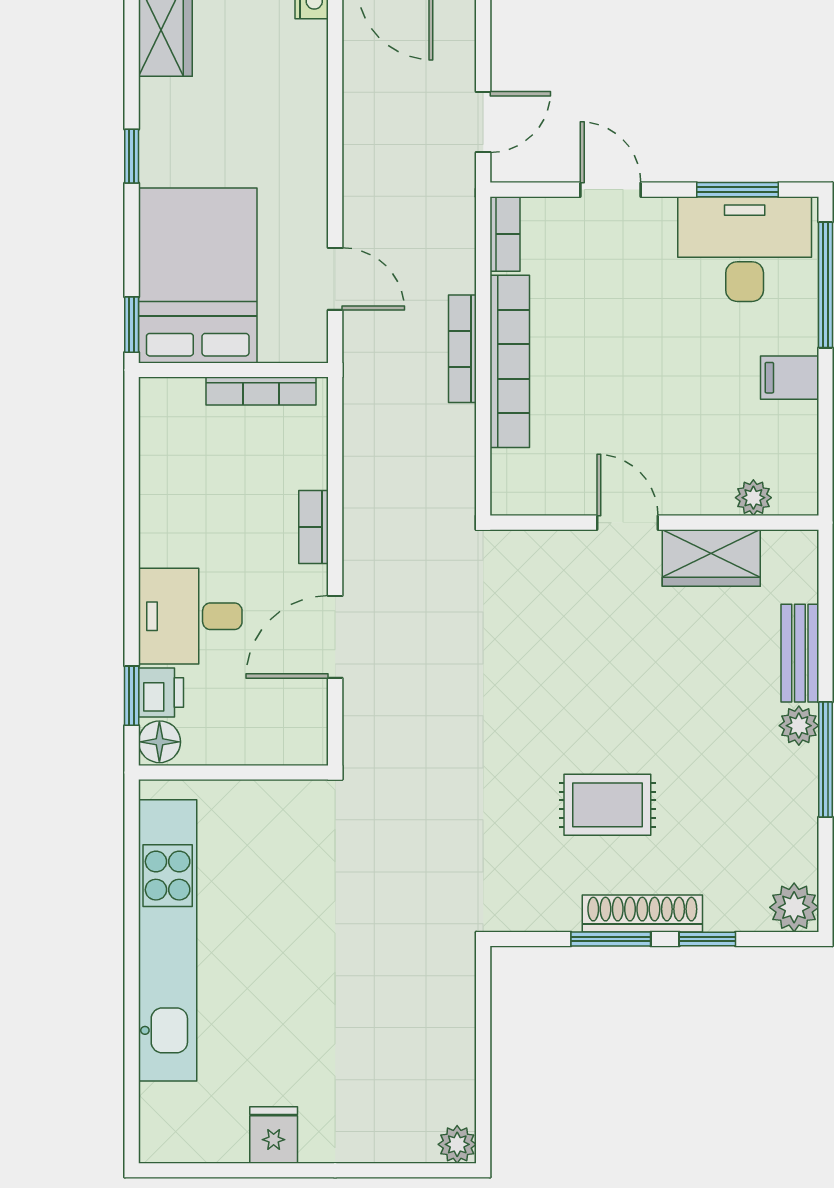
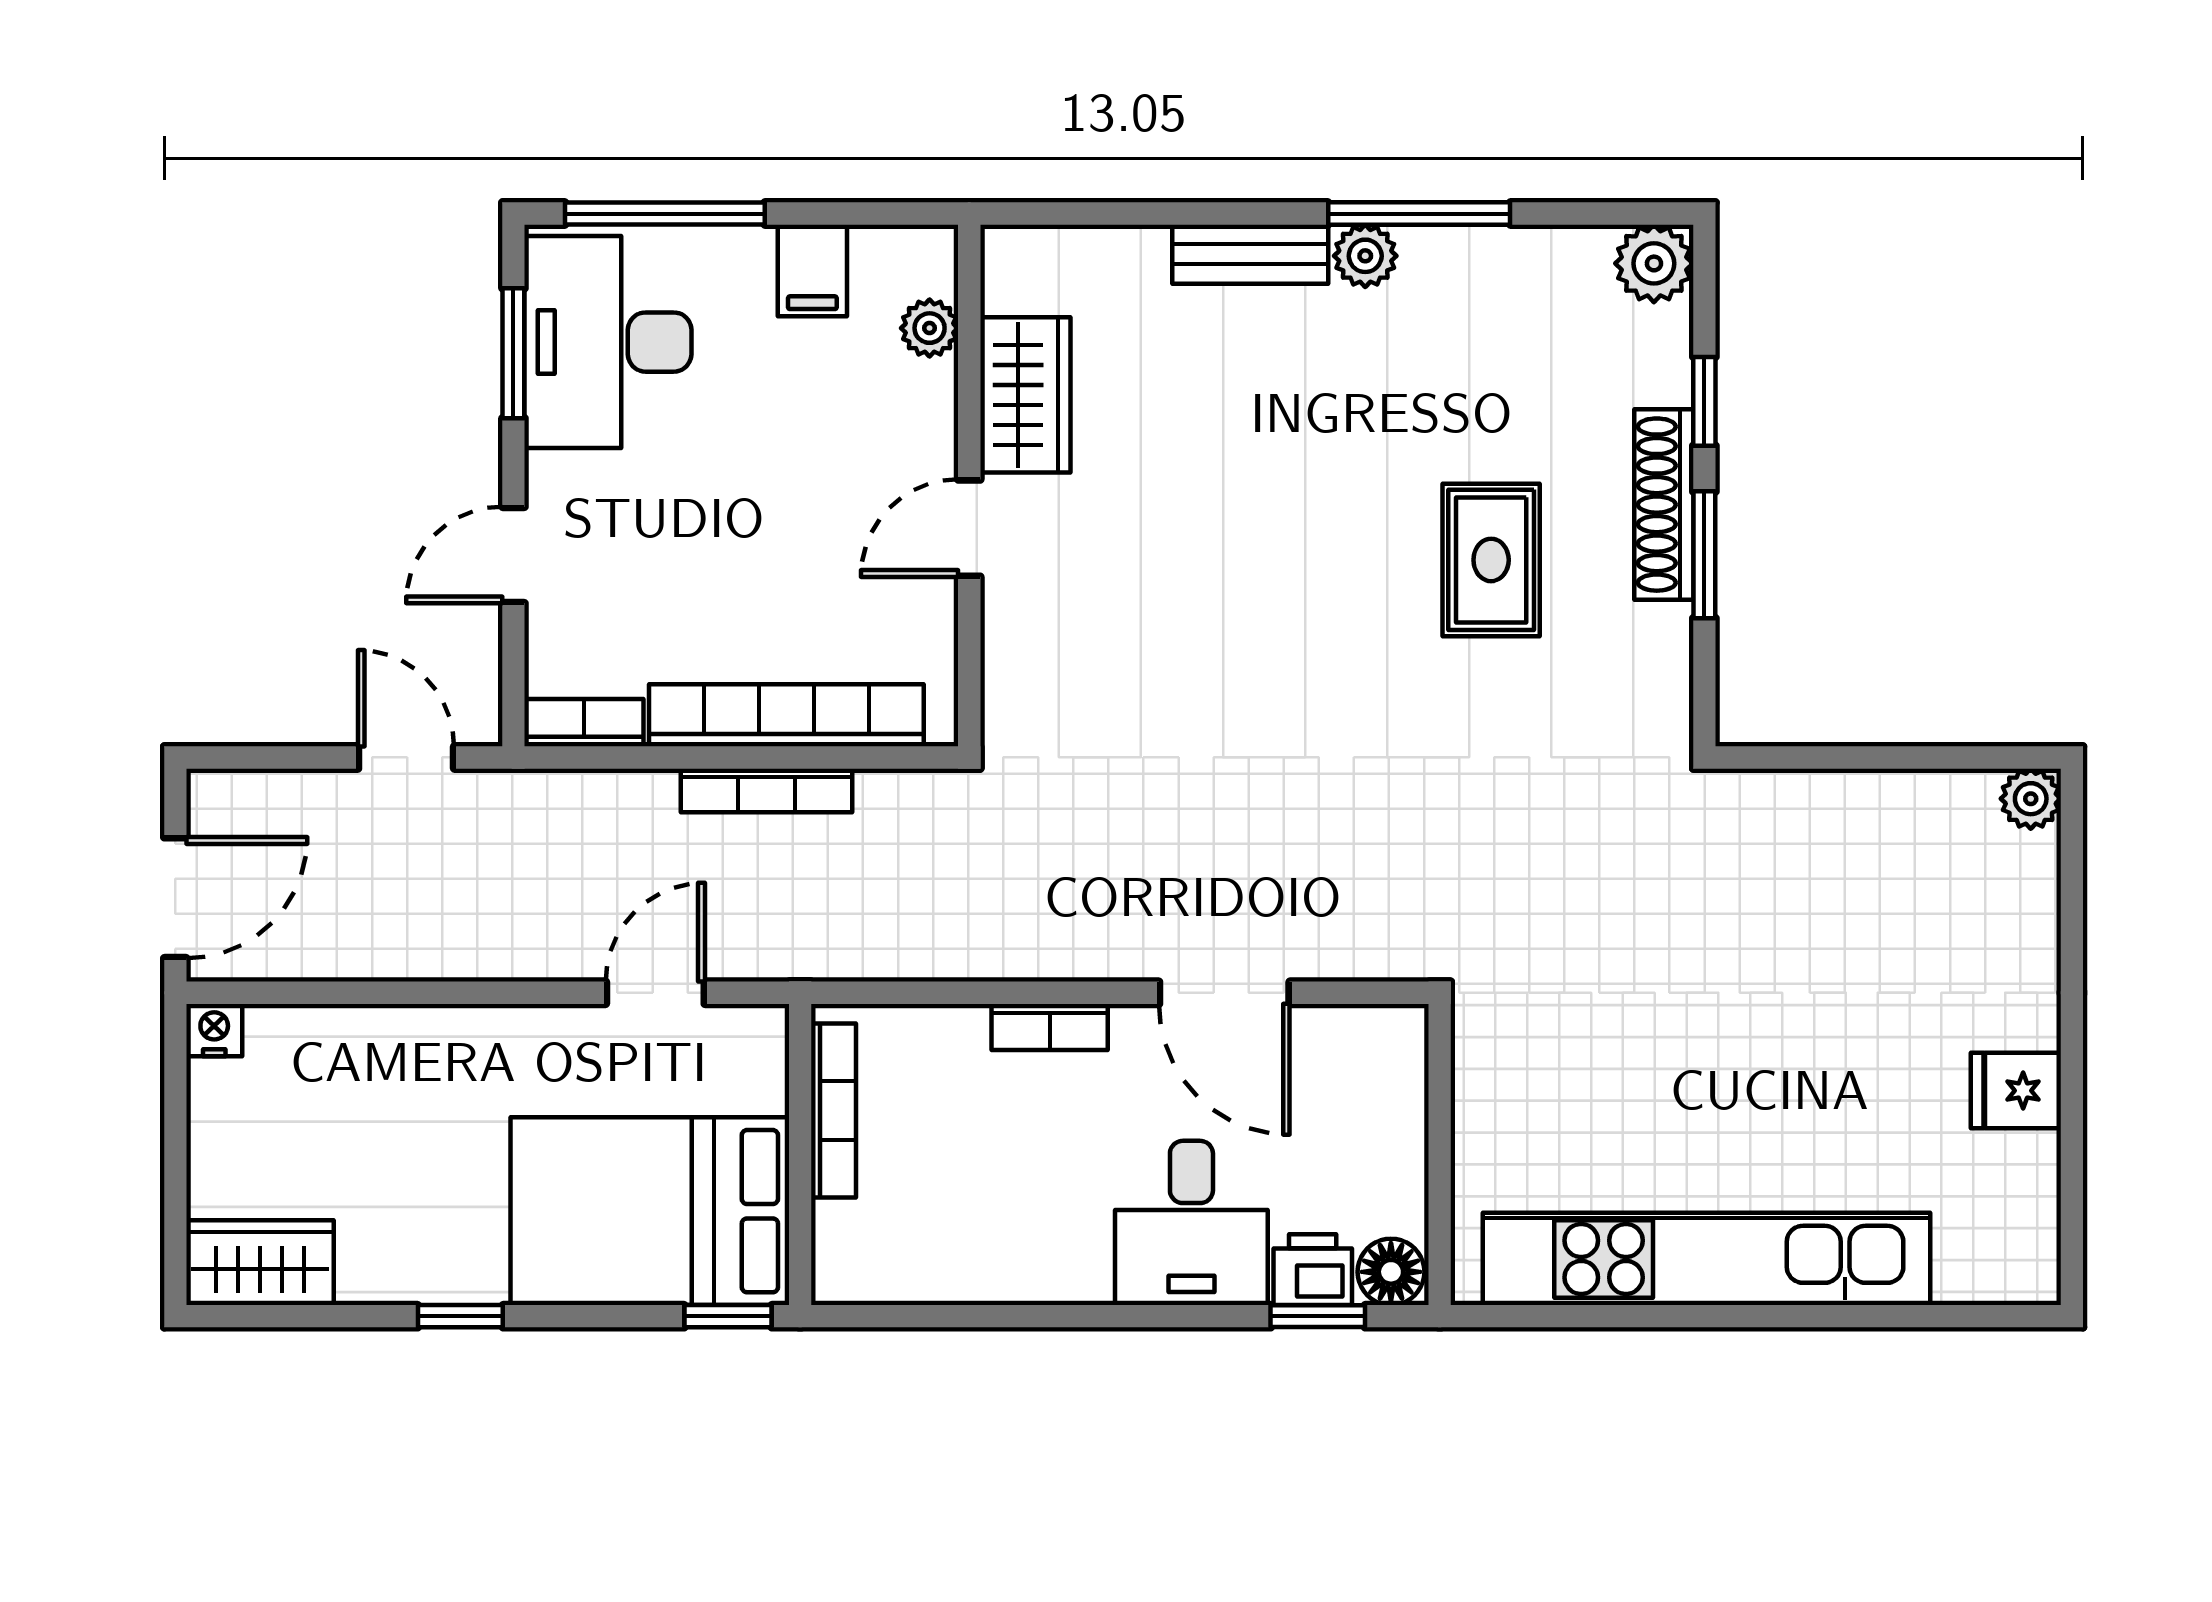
plant: (753, 498) -> (930, 328), moved
door: (627, 523) -> (969, 528), moved
wall: (654, 523) -> (969, 486), moved
wardrobe: (711, 558) -> (1025, 395), moved

